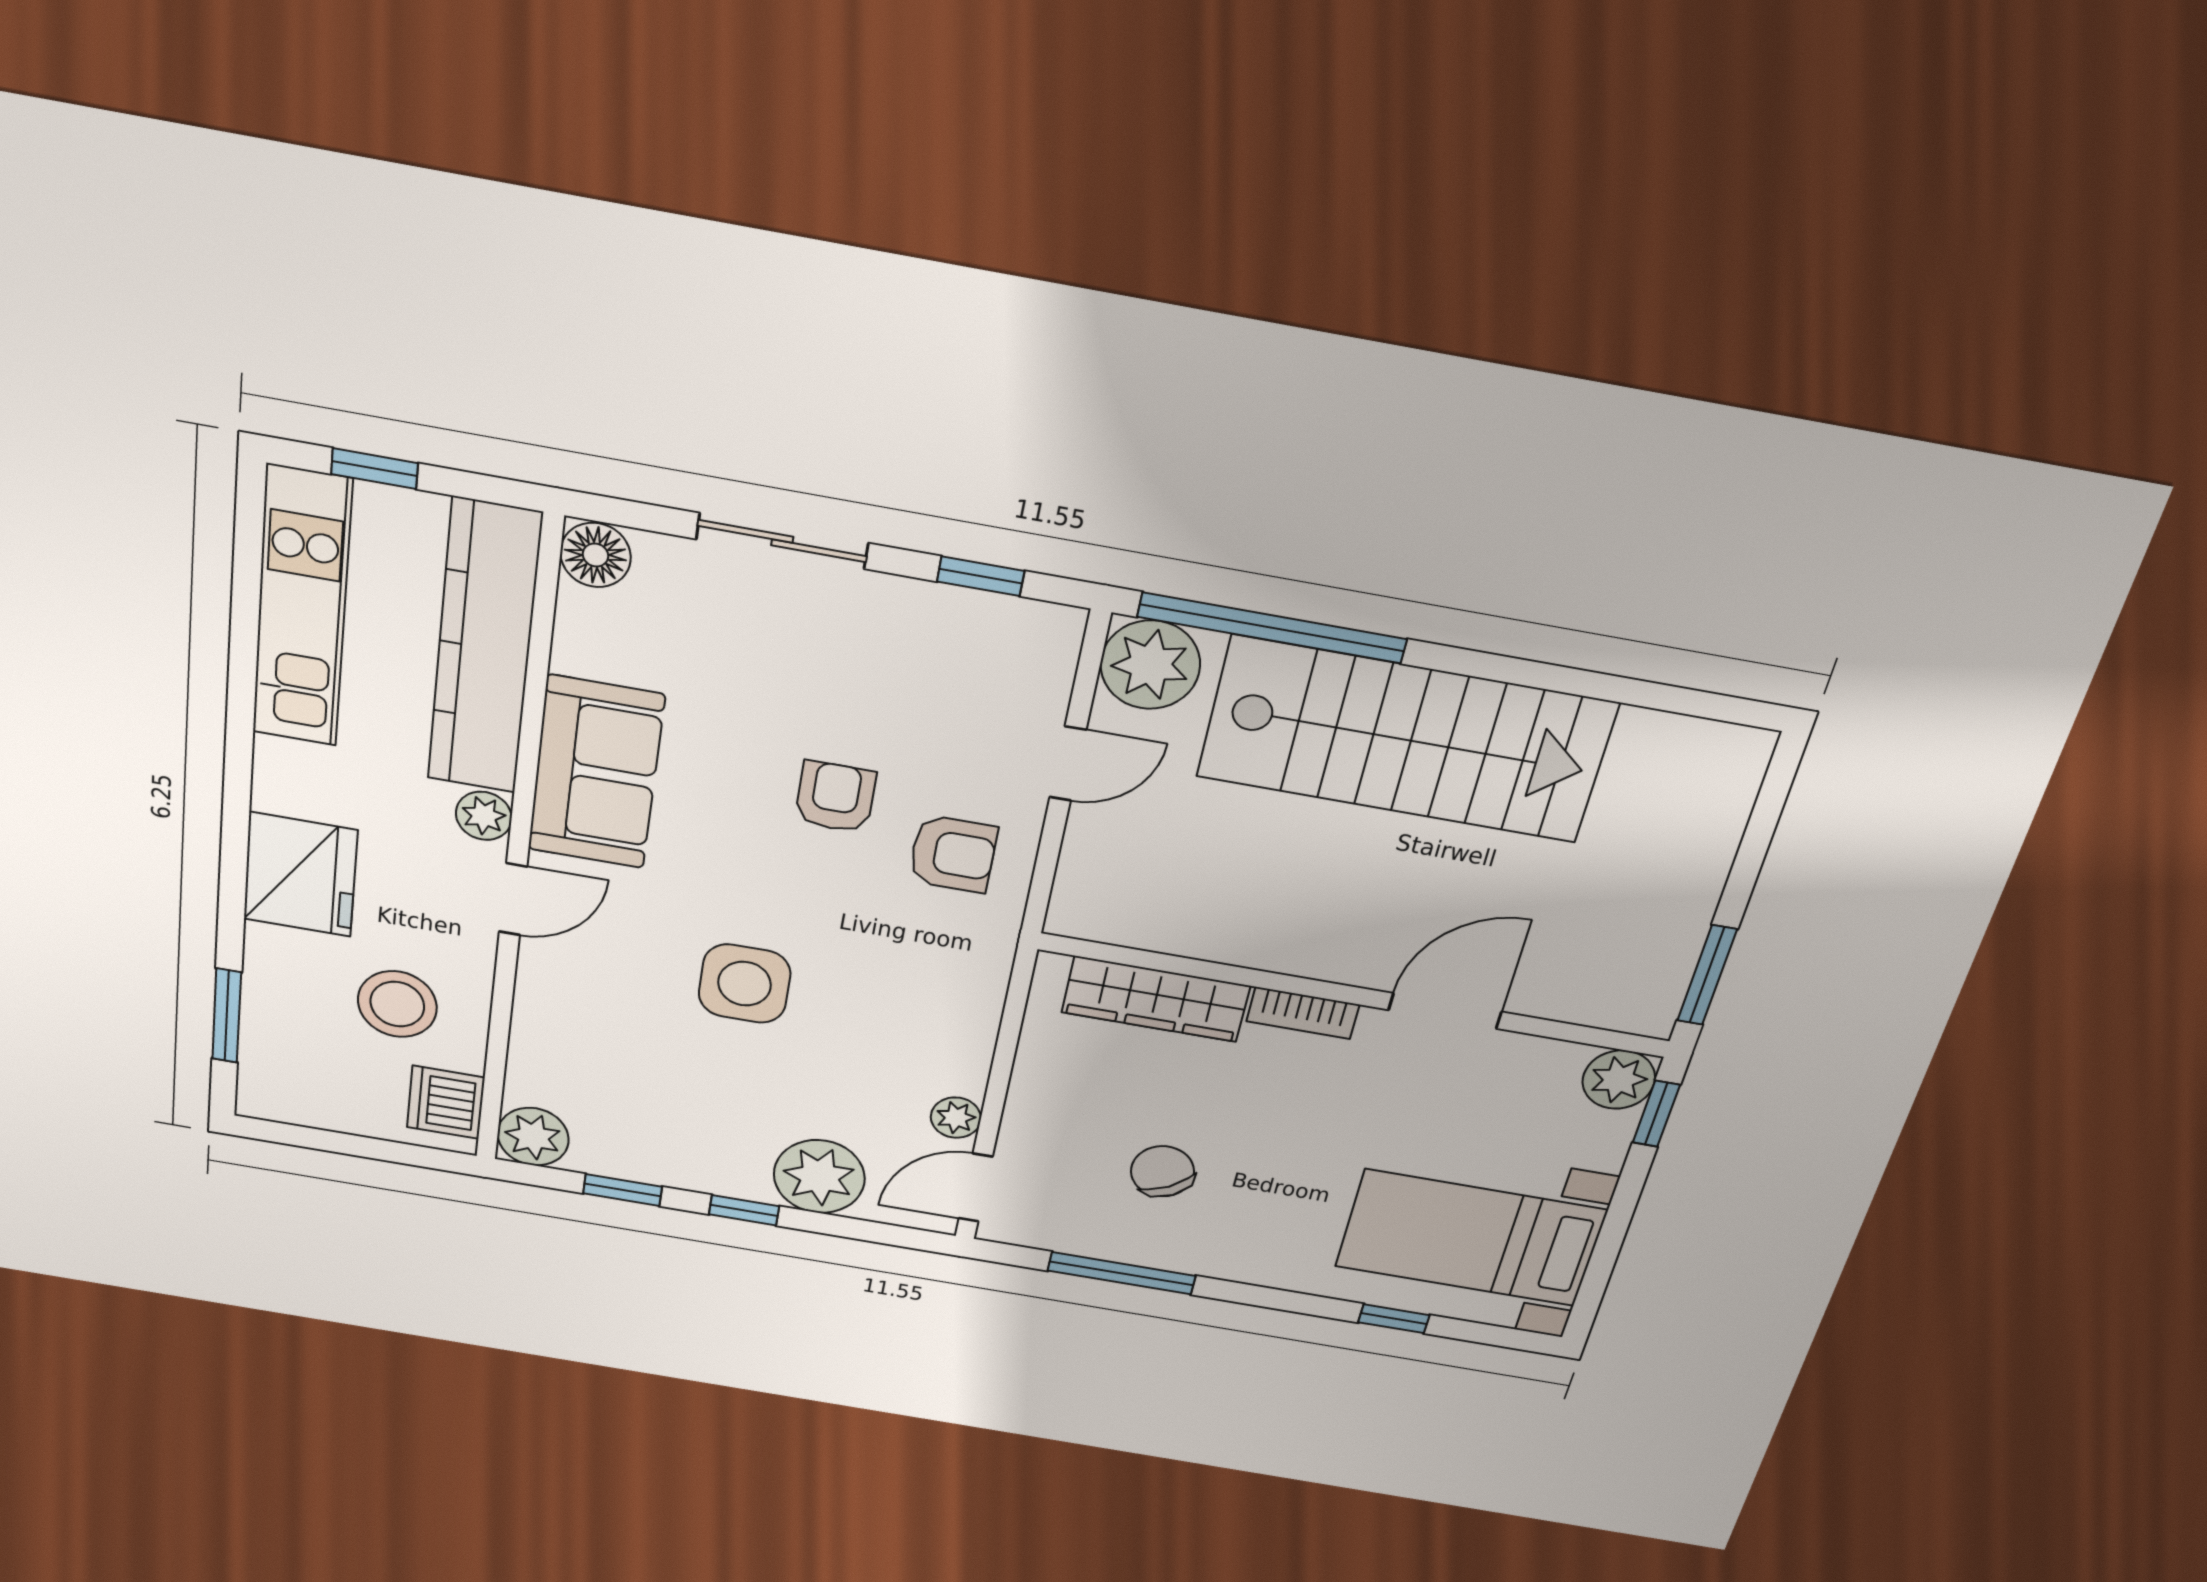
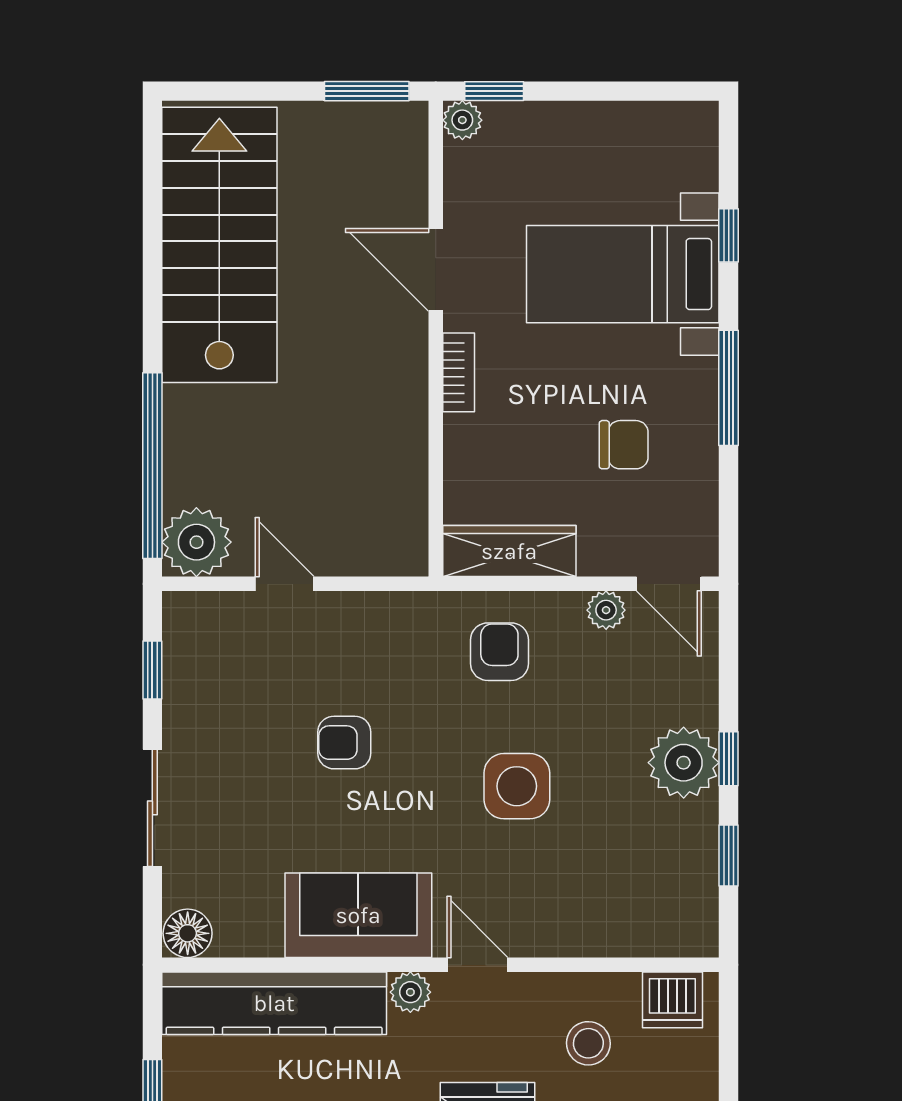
stairs: (1406, 740) -> (219, 245), moved
armchair: (953, 854) -> (499, 652), moved
wardrobe: (1156, 999) -> (509, 551), moved, turned -90
stool: (397, 1004) -> (588, 1043), width x0.73, depth x0.73
plant: (1619, 1080) -> (462, 120), width x0.73, depth x0.73
plant: (533, 1137) -> (691, 930), removed
chair: (1162, 1171) -> (624, 445), turned -149
plant: (819, 1177) -> (684, 763), moved
bed with nightstands: (1471, 1238) -> (623, 274), moved, turned 90
window: (1122, 1273) -> (729, 388), moved

